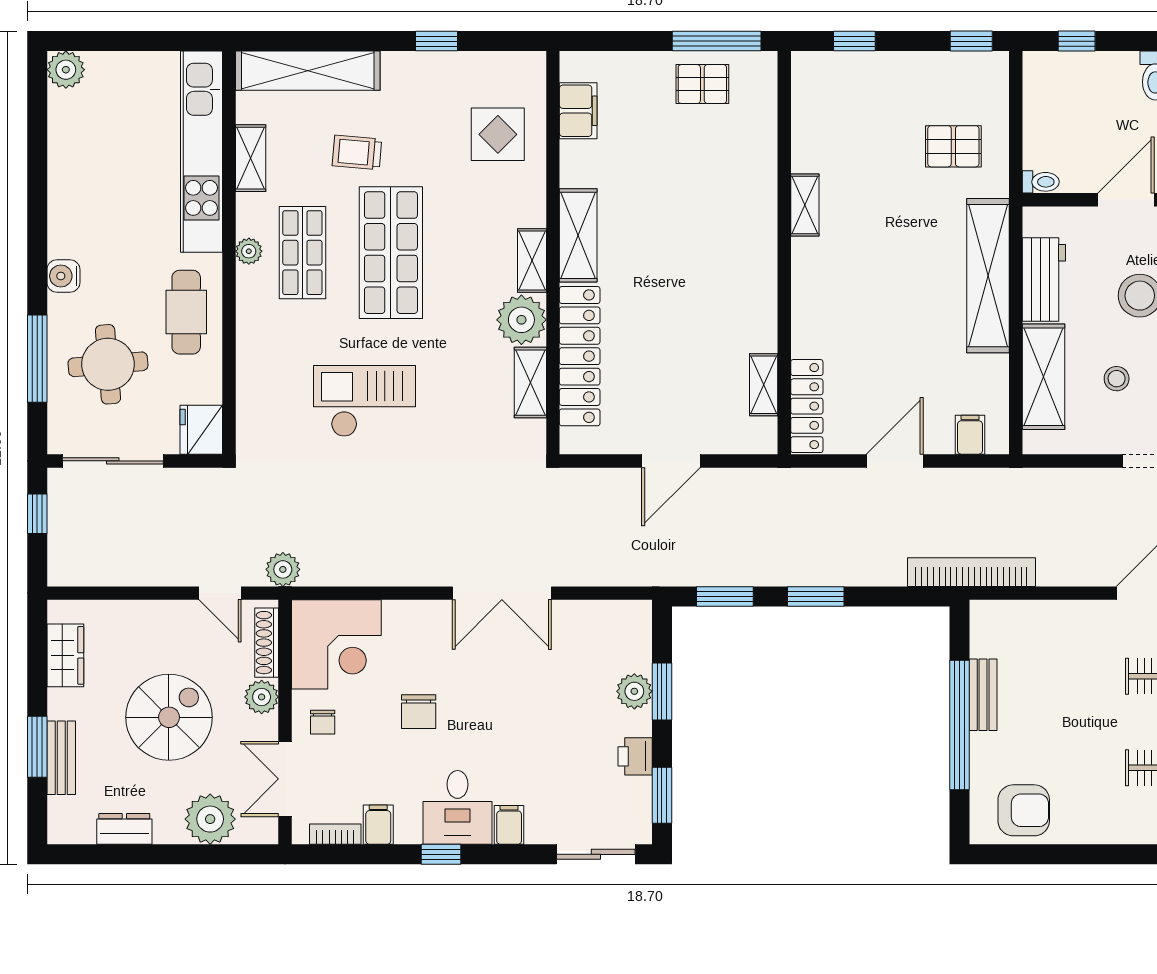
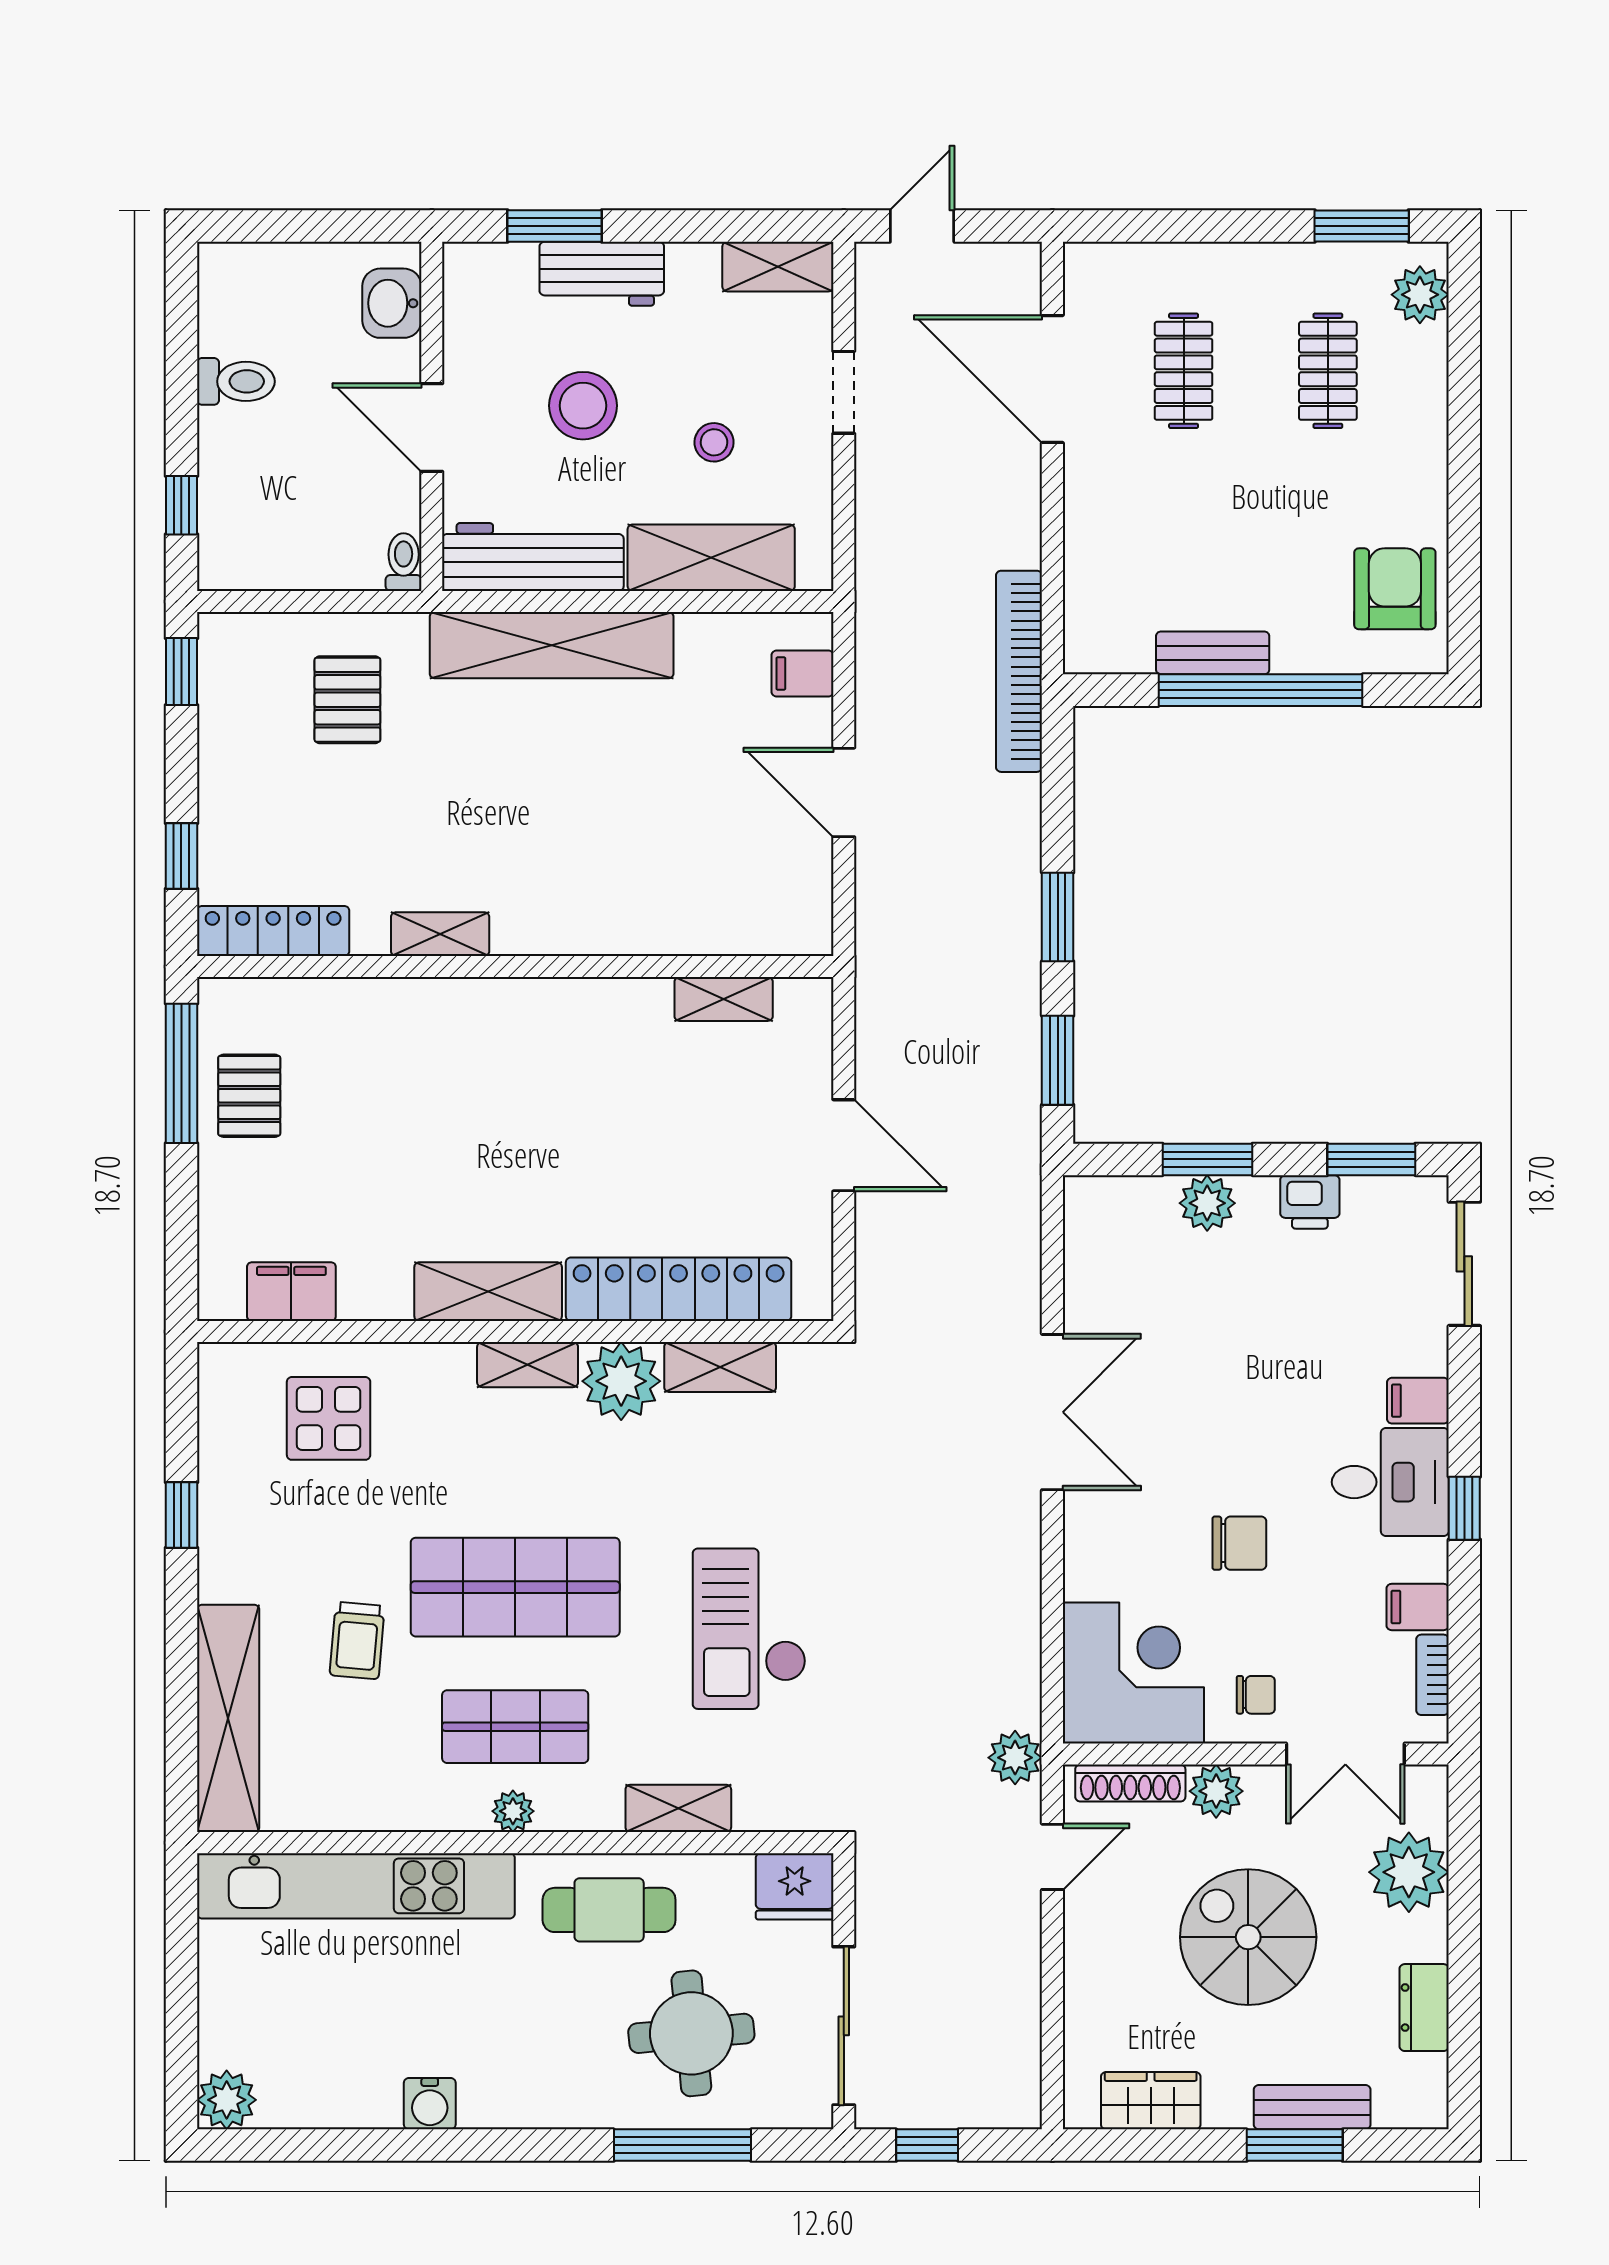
shelving: (251, 158) -> (678, 1808), moved
water cooler: (63, 276) -> (430, 2104), moved
workbench: (1044, 280) -> (533, 557), width x1.38
locker: (807, 406) -> (273, 931), moved

